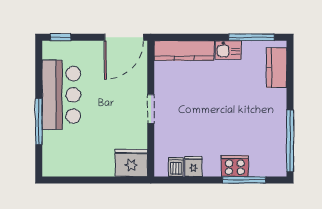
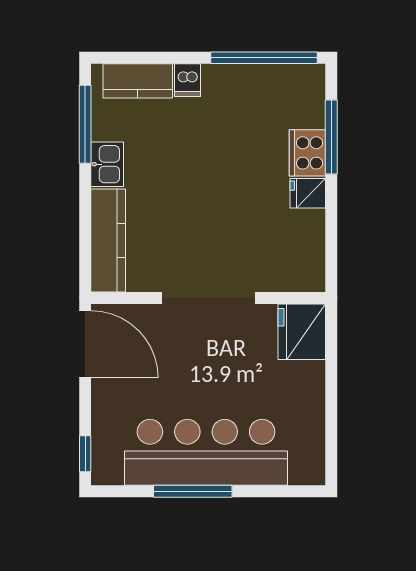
bar counter: (61, 95) -> (206, 452), width x1.36
doorway: (151, 109) -> (209, 298), width x1.88
window: (39, 122) -> (193, 491), moved
fridge: (193, 166) -> (308, 193), moved
dishwasher: (176, 167) -> (187, 80), moved, turned -90

